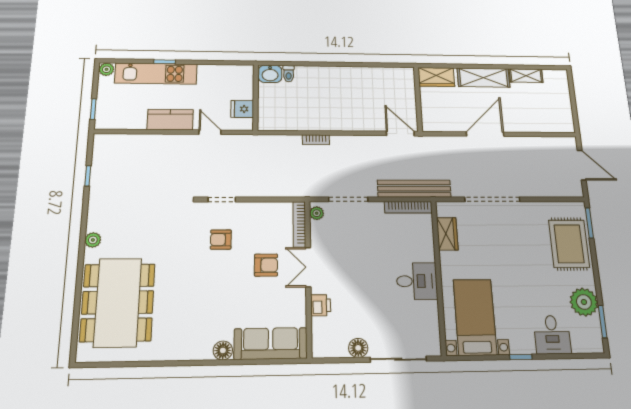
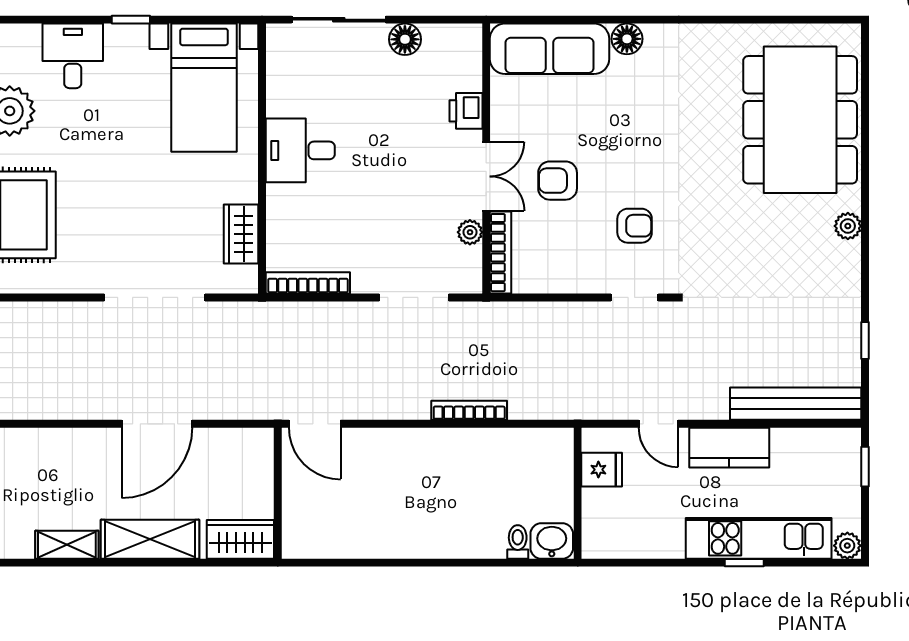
bookcase: (316, 140) -> (469, 410), width x1.56
bench: (414, 189) -> (796, 404), moved
plant: (317, 213) -> (470, 232), moved

